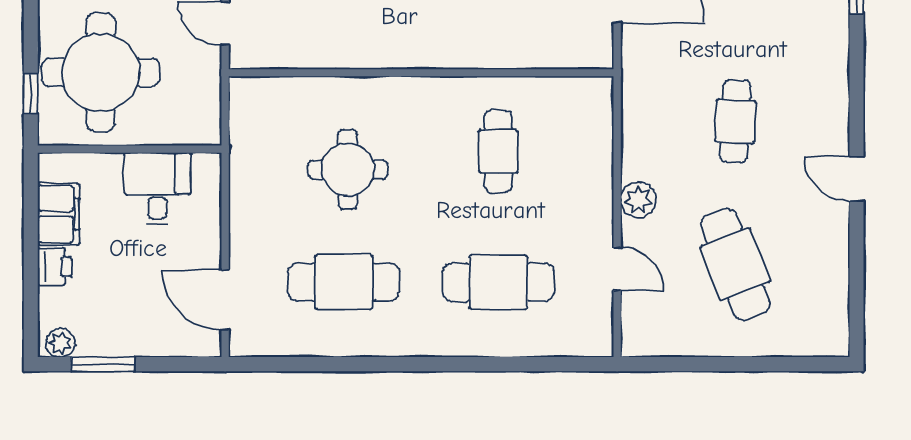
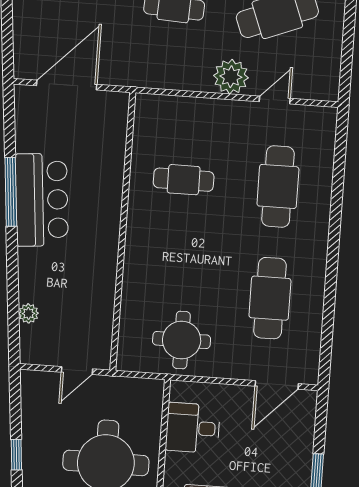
round table: (348, 170) -> (182, 340), moved
plant: (638, 200) -> (231, 77), width x1.36, depth x1.36

